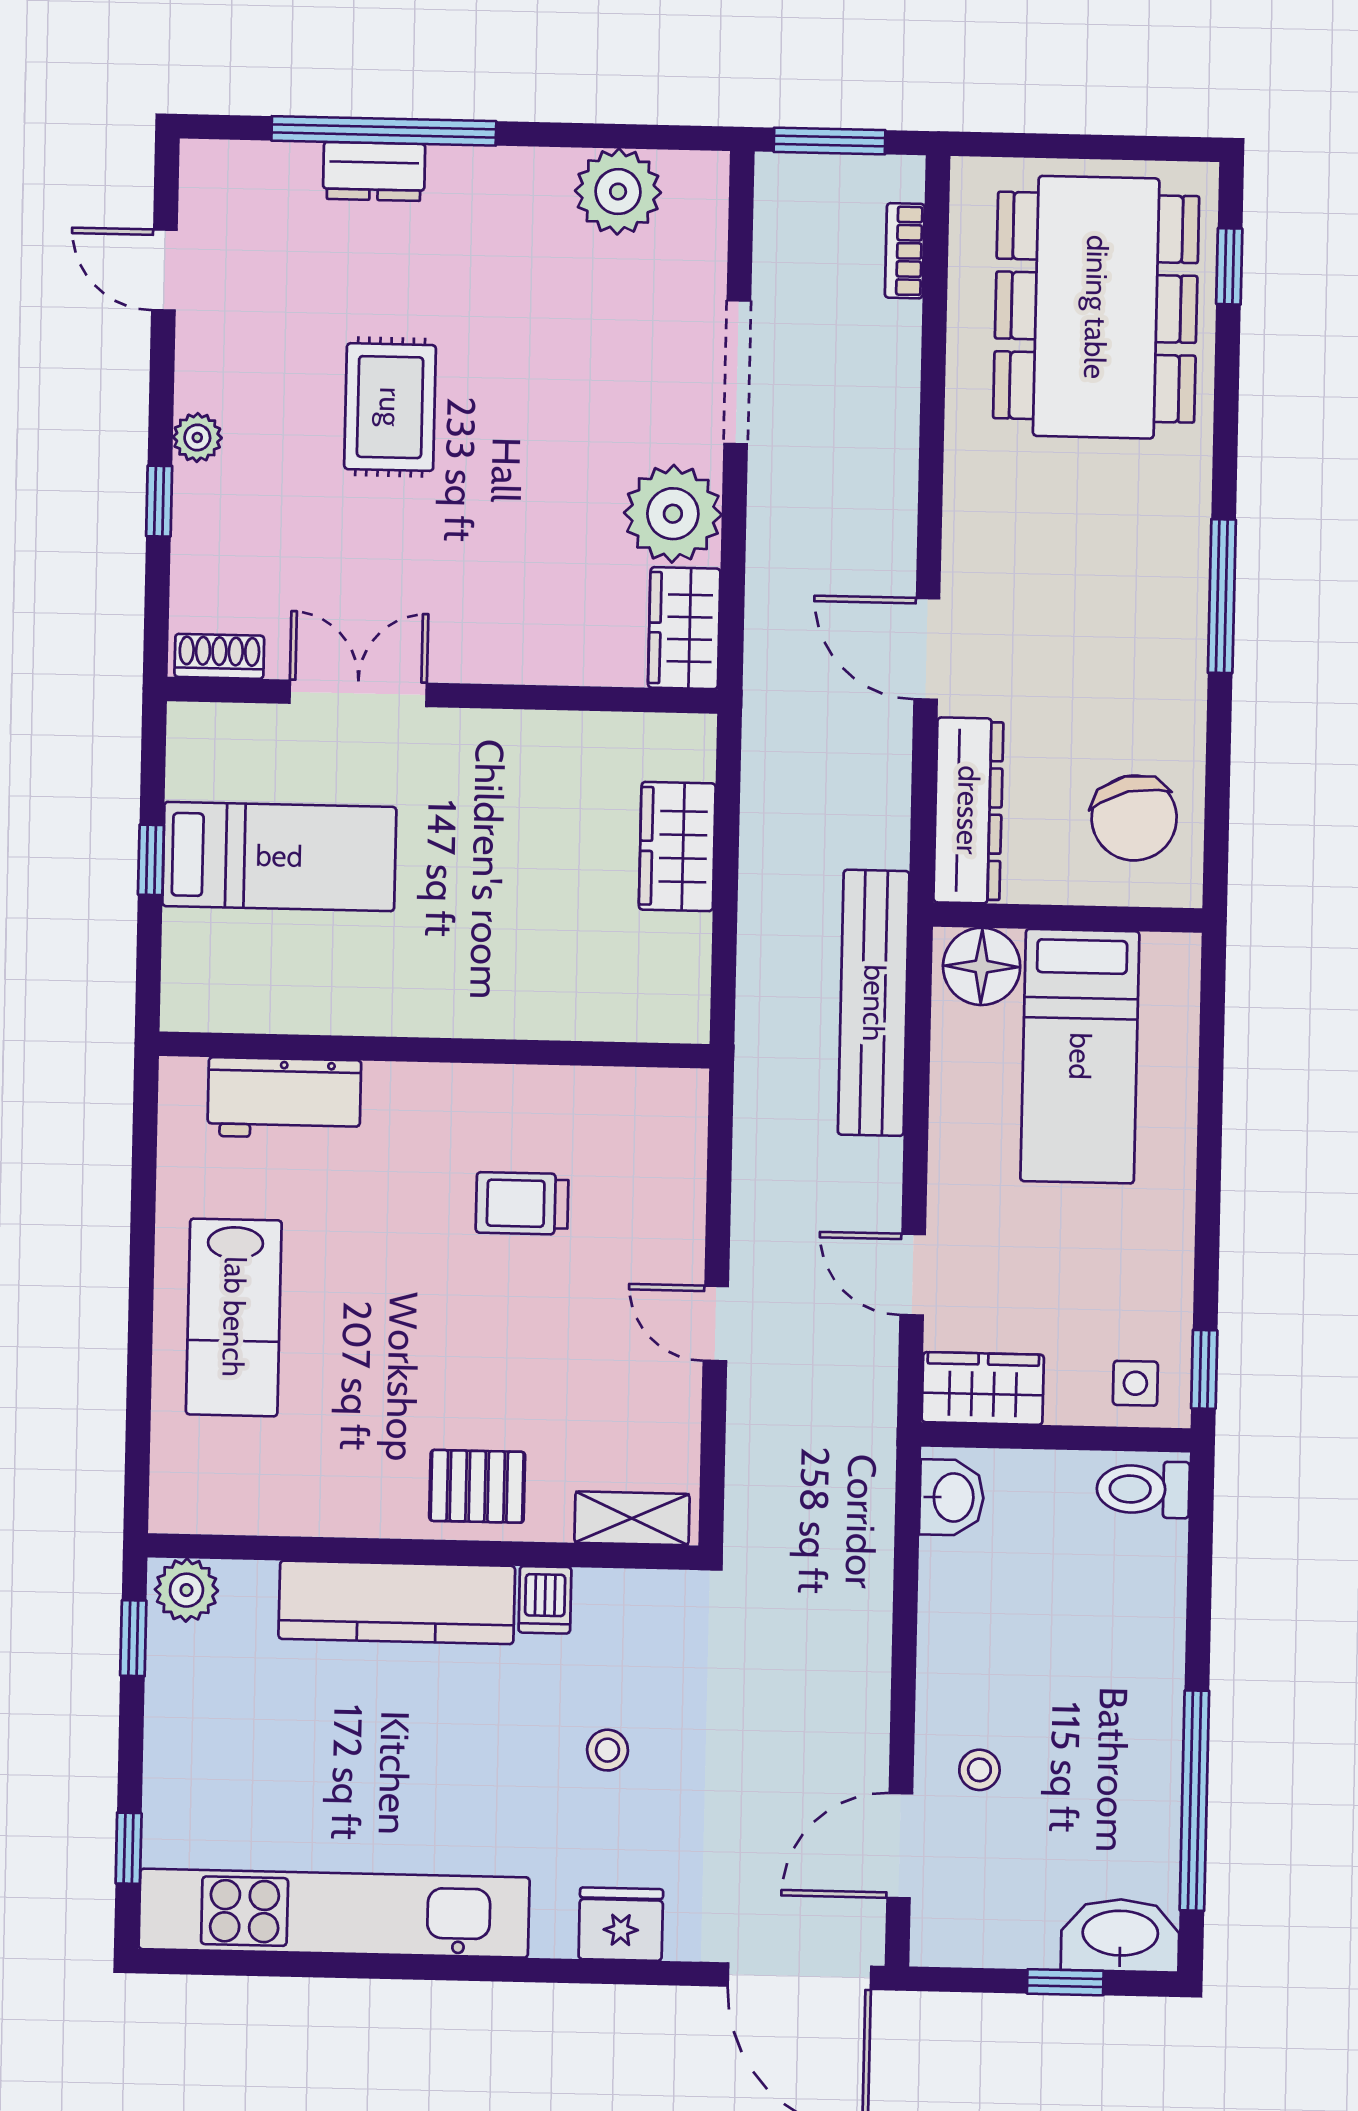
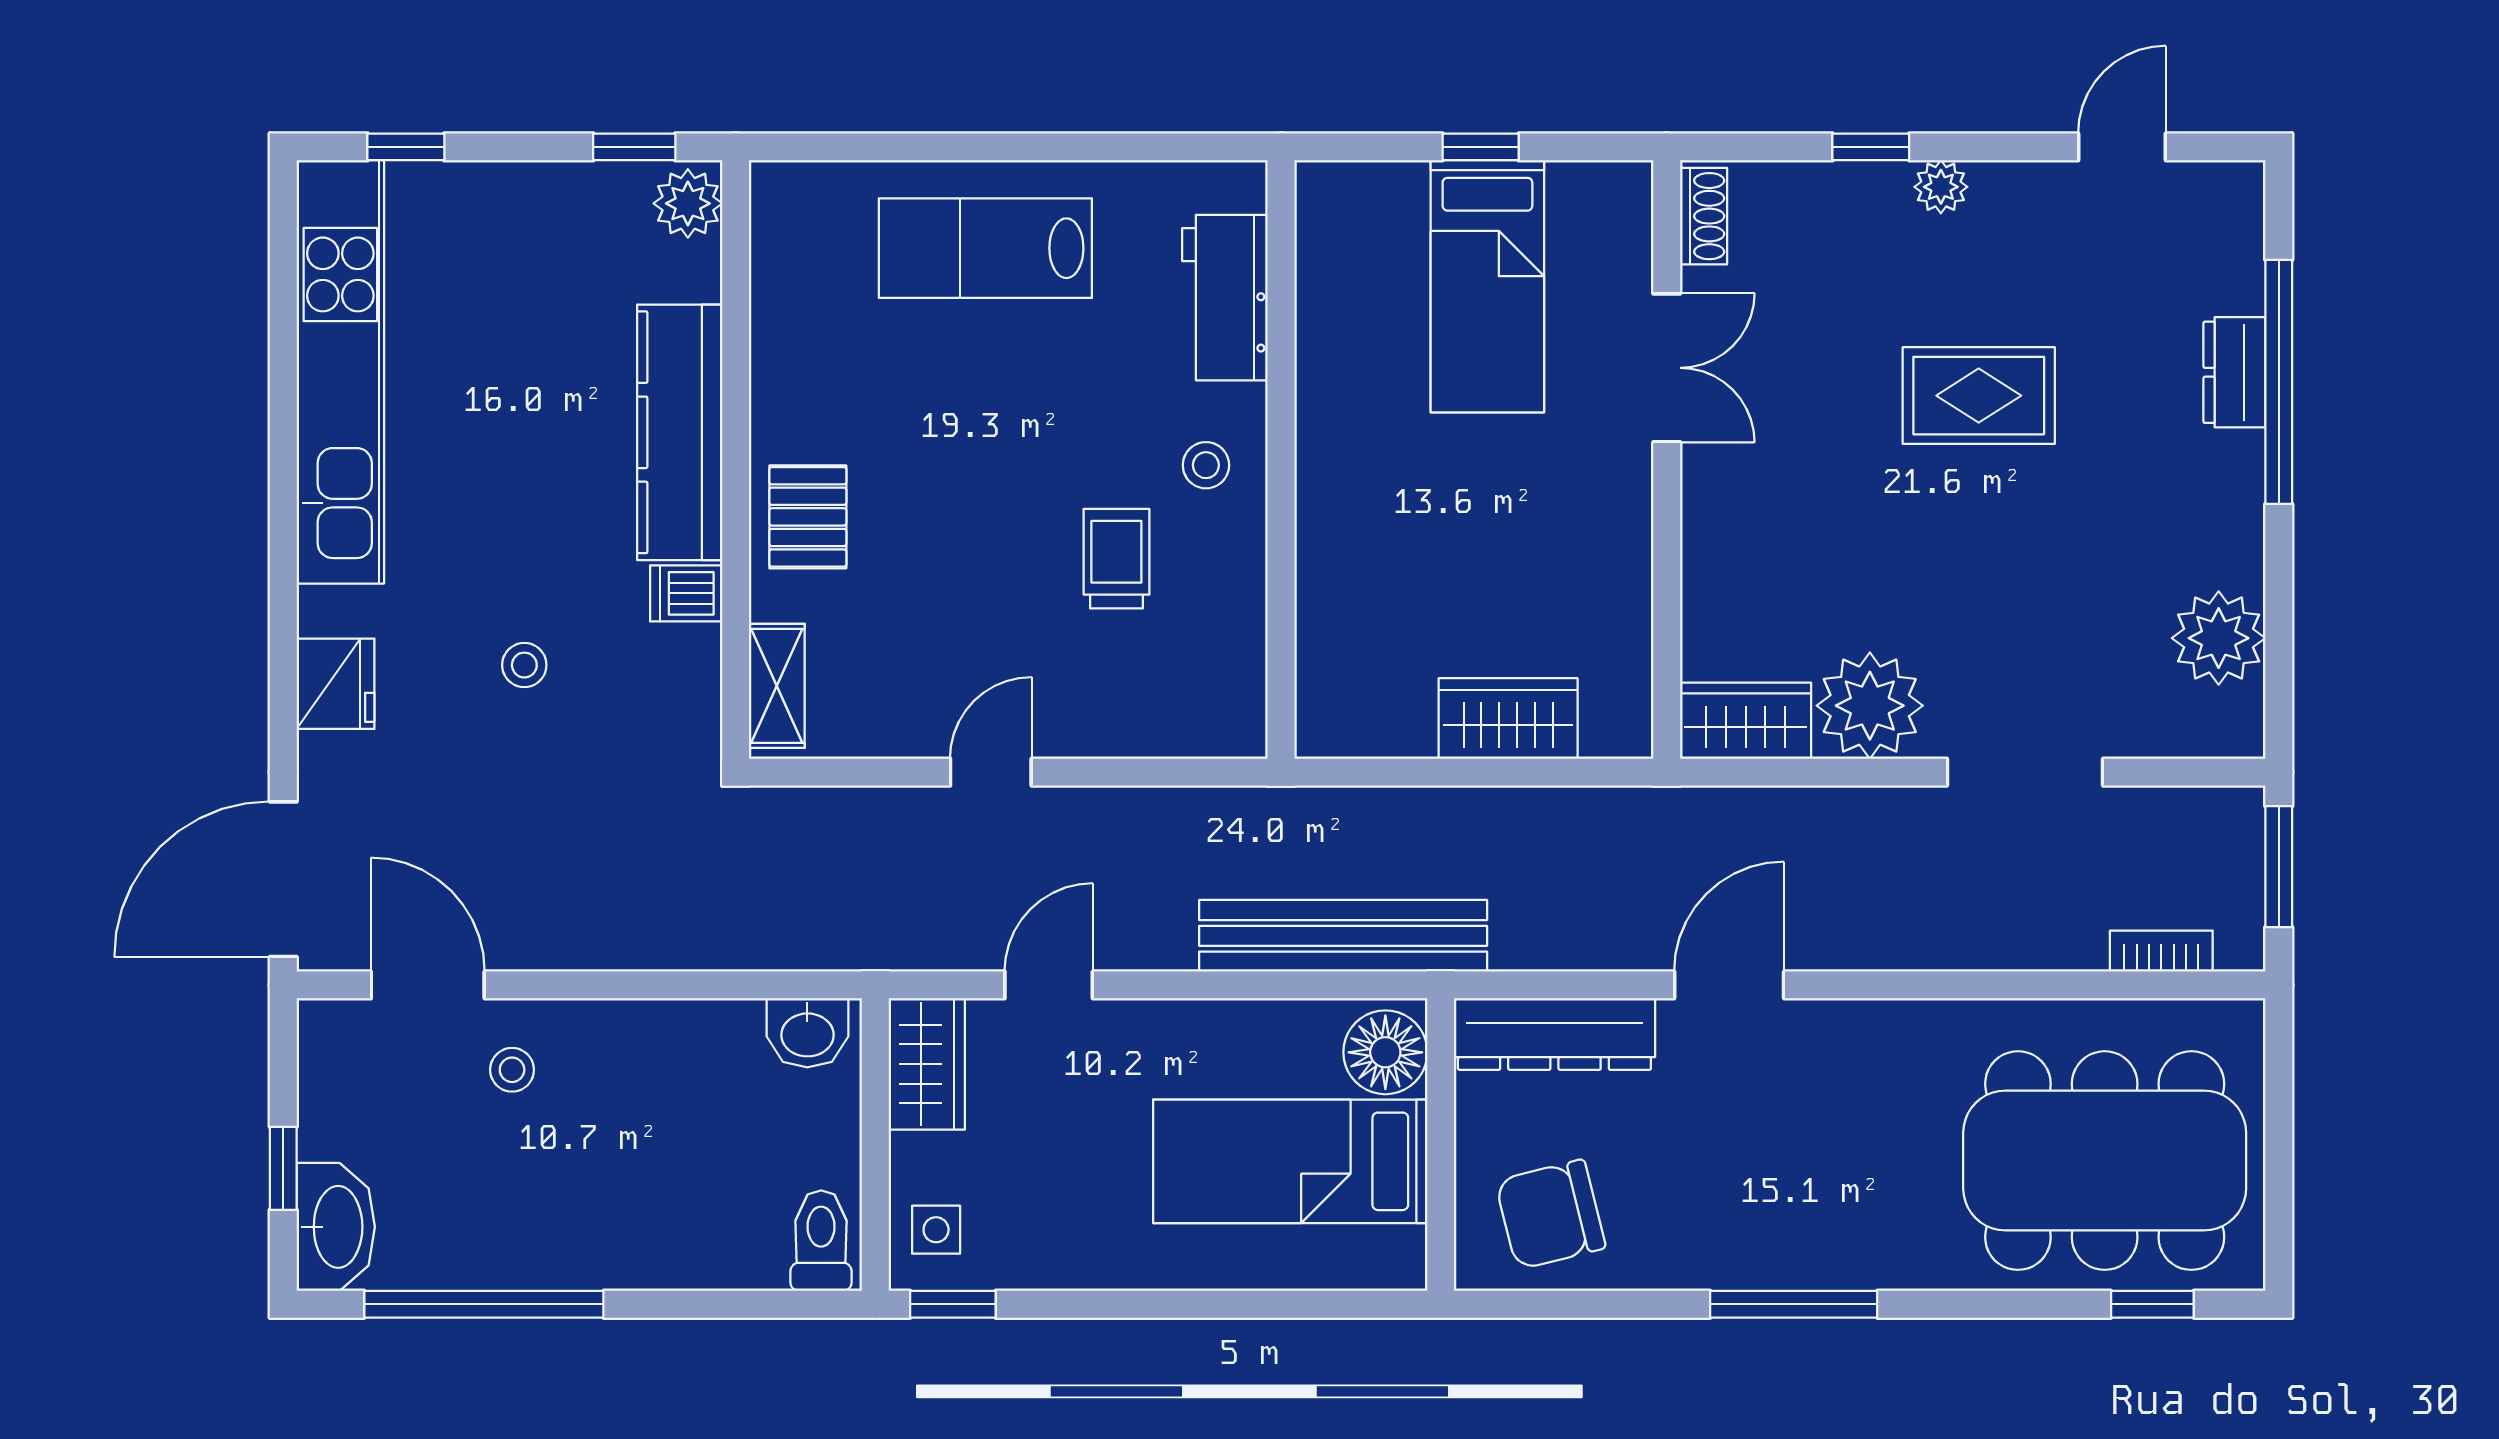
stool: (438, 1119) -> (1206, 465), added

